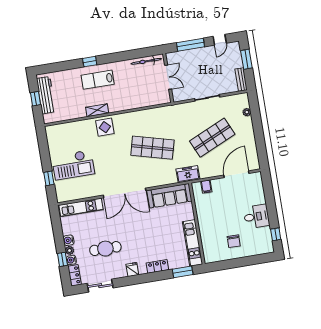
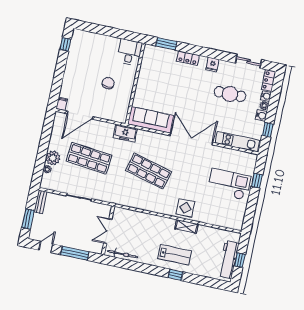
plant: (246, 125) -> (53, 158), added
shop shelf: (212, 138) -> (89, 158), turned 30
filing cabinet: (206, 187) -> (62, 104), moved
desk: (256, 217) -> (130, 52), moved, turned 90
chair: (234, 241) -> (108, 83), moved
kitchen unit: (192, 243) -> (146, 67), removed
window: (62, 259) -> (268, 130), moved

